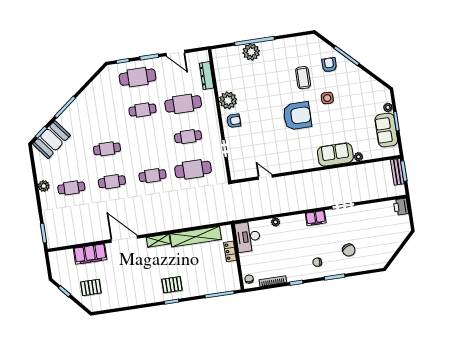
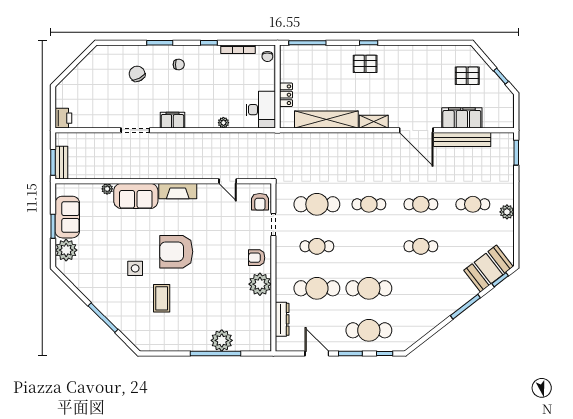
armchair: (329, 65) -> (260, 202), moved
plant: (388, 107) -> (66, 250), width x1.87, depth x1.87
cafe table: (143, 110) -> (369, 288), width x1.37, depth x1.35
fireplace: (303, 163) -> (178, 191), added
bench: (87, 237) -> (462, 140), added

